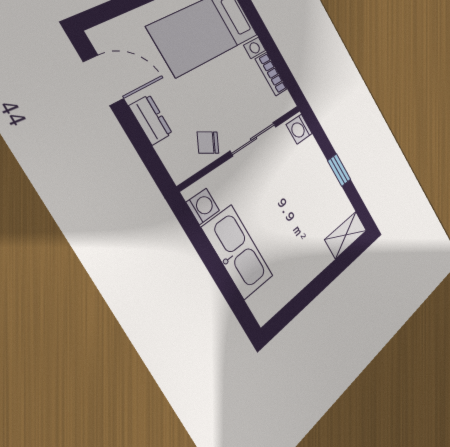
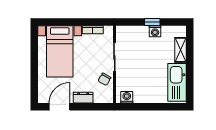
washing machine: (299, 129) -> (155, 31), moved
shelving: (346, 235) -> (180, 50), moved
kitchen sink: (238, 252) -> (177, 82), moved, turned -90

